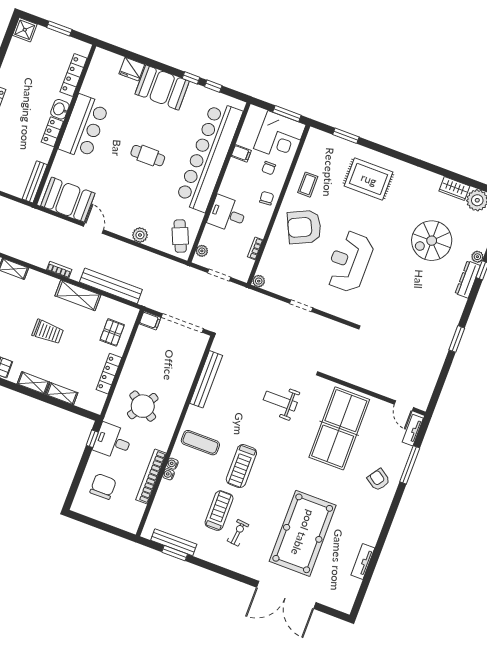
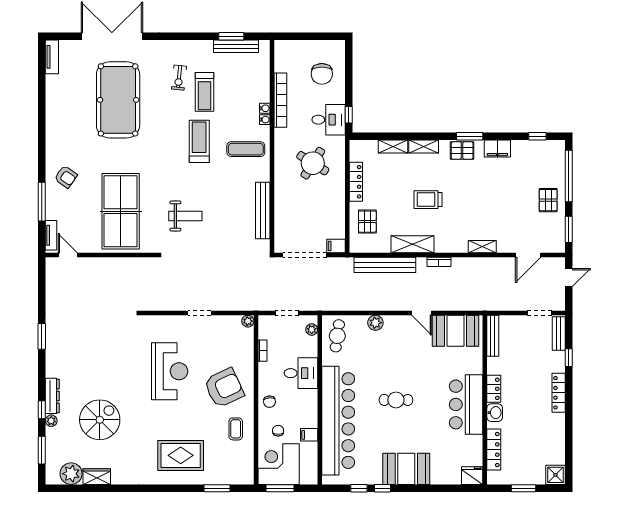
fridge: (132, 69) -> (472, 476), moved
cafe table: (180, 236) -> (337, 336), turned 31
tv unit: (363, 561) -> (52, 57), moved

